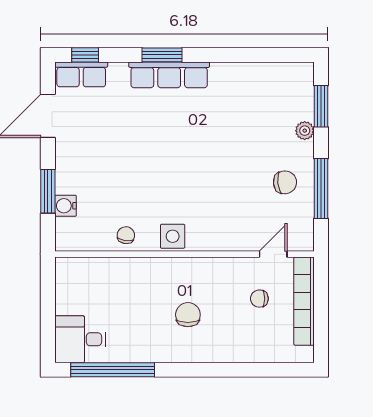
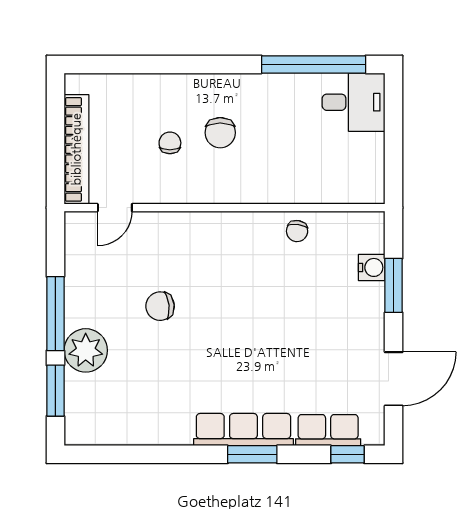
row of seats: (81, 74) -> (328, 430), moved
plant: (305, 131) -> (86, 350), width x1.88, depth x1.88
chair: (285, 182) -> (160, 306), moved
window: (321, 189) -> (55, 314), moved
side table: (173, 236) -> (239, 230), removed
chair: (259, 299) -> (170, 143), moved, turned -90

